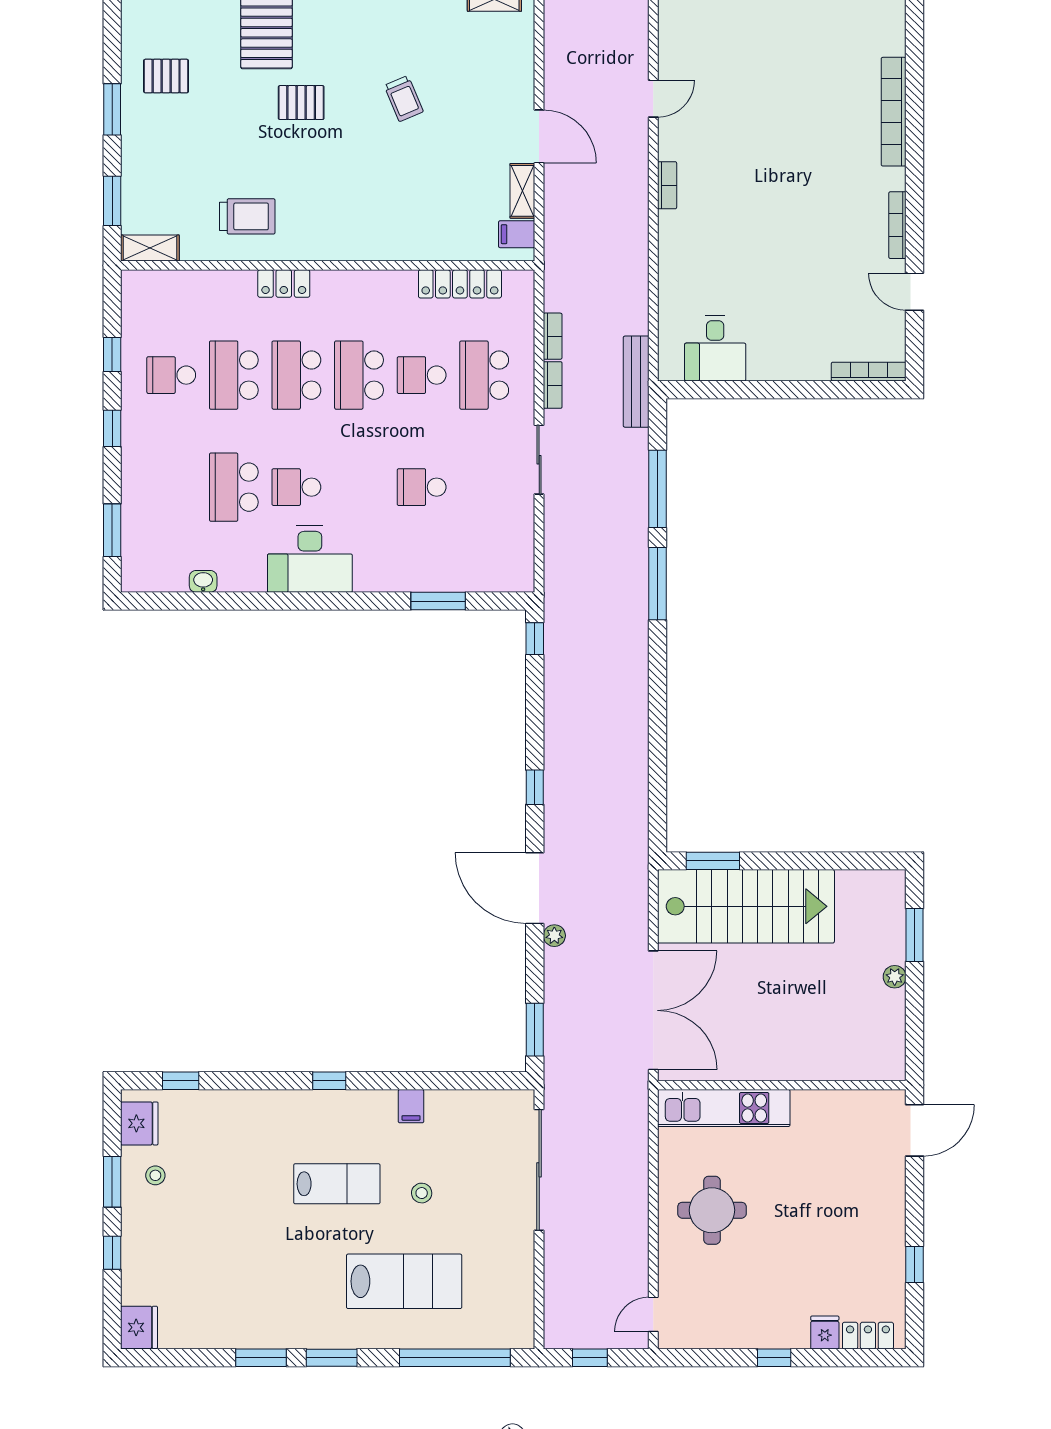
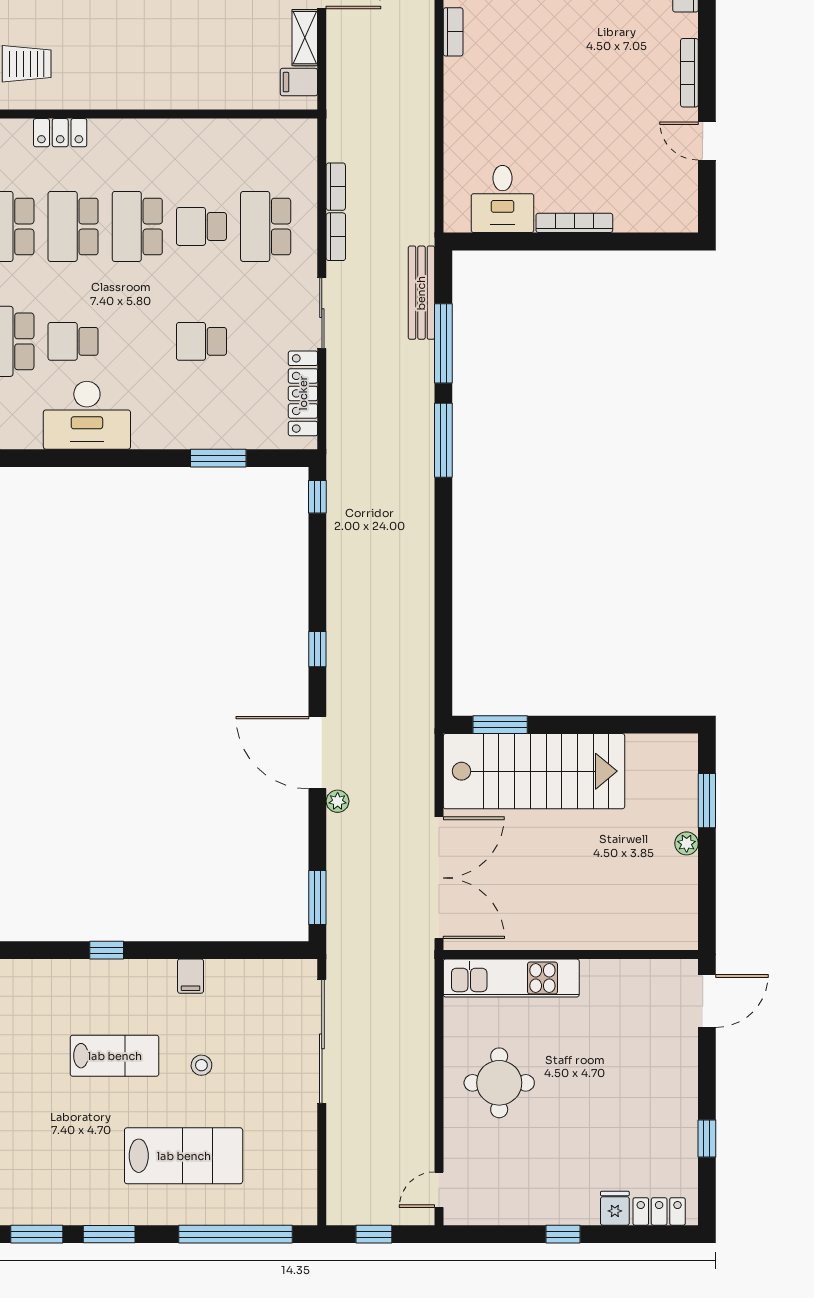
locker: (460, 284) -> (303, 393), moved, turned 90
bookcase: (869, 372) -> (574, 223), moved
bench: (636, 382) -> (421, 293), moved

